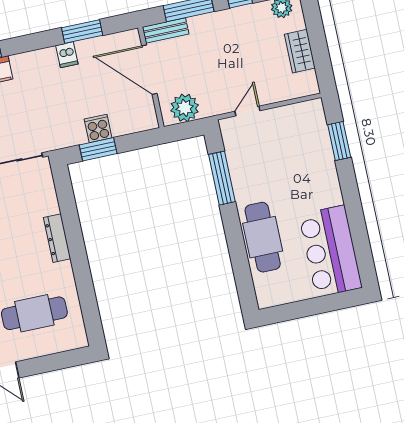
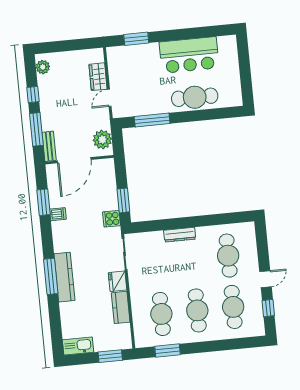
wardrobe: (300, 51) -> (98, 77), moved, turned 90
door: (247, 111) -> (109, 98), hinge flipped
cooker: (98, 129) -> (112, 219), moved
bar counter: (330, 251) -> (189, 55), moved

